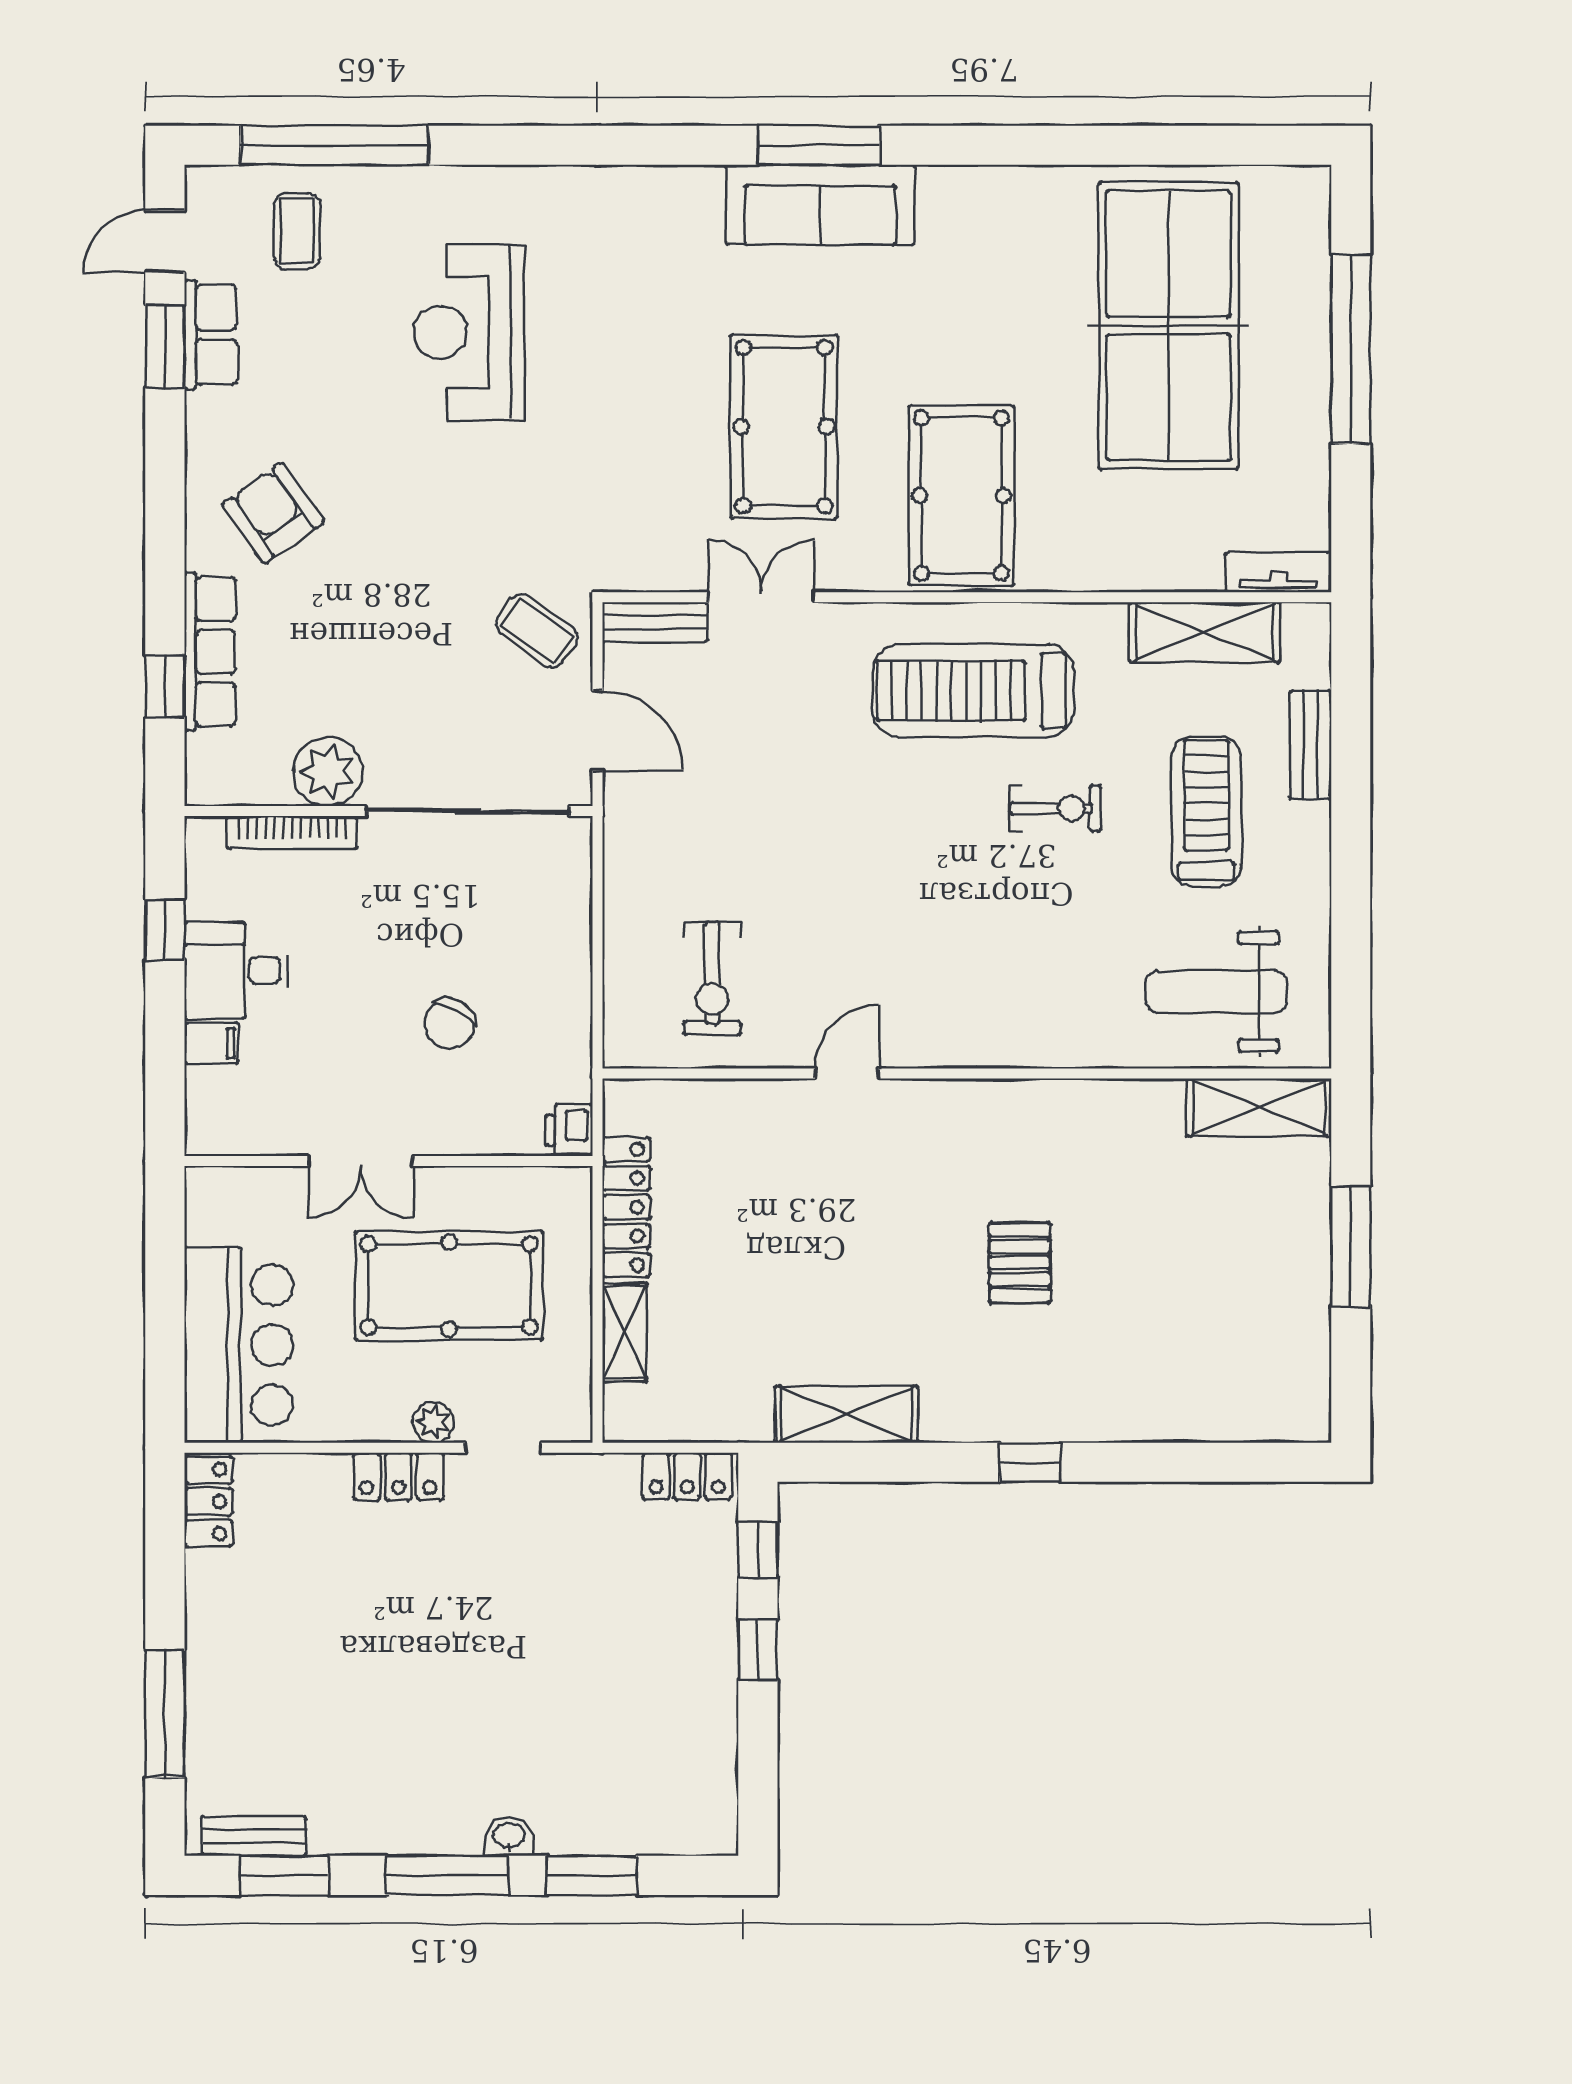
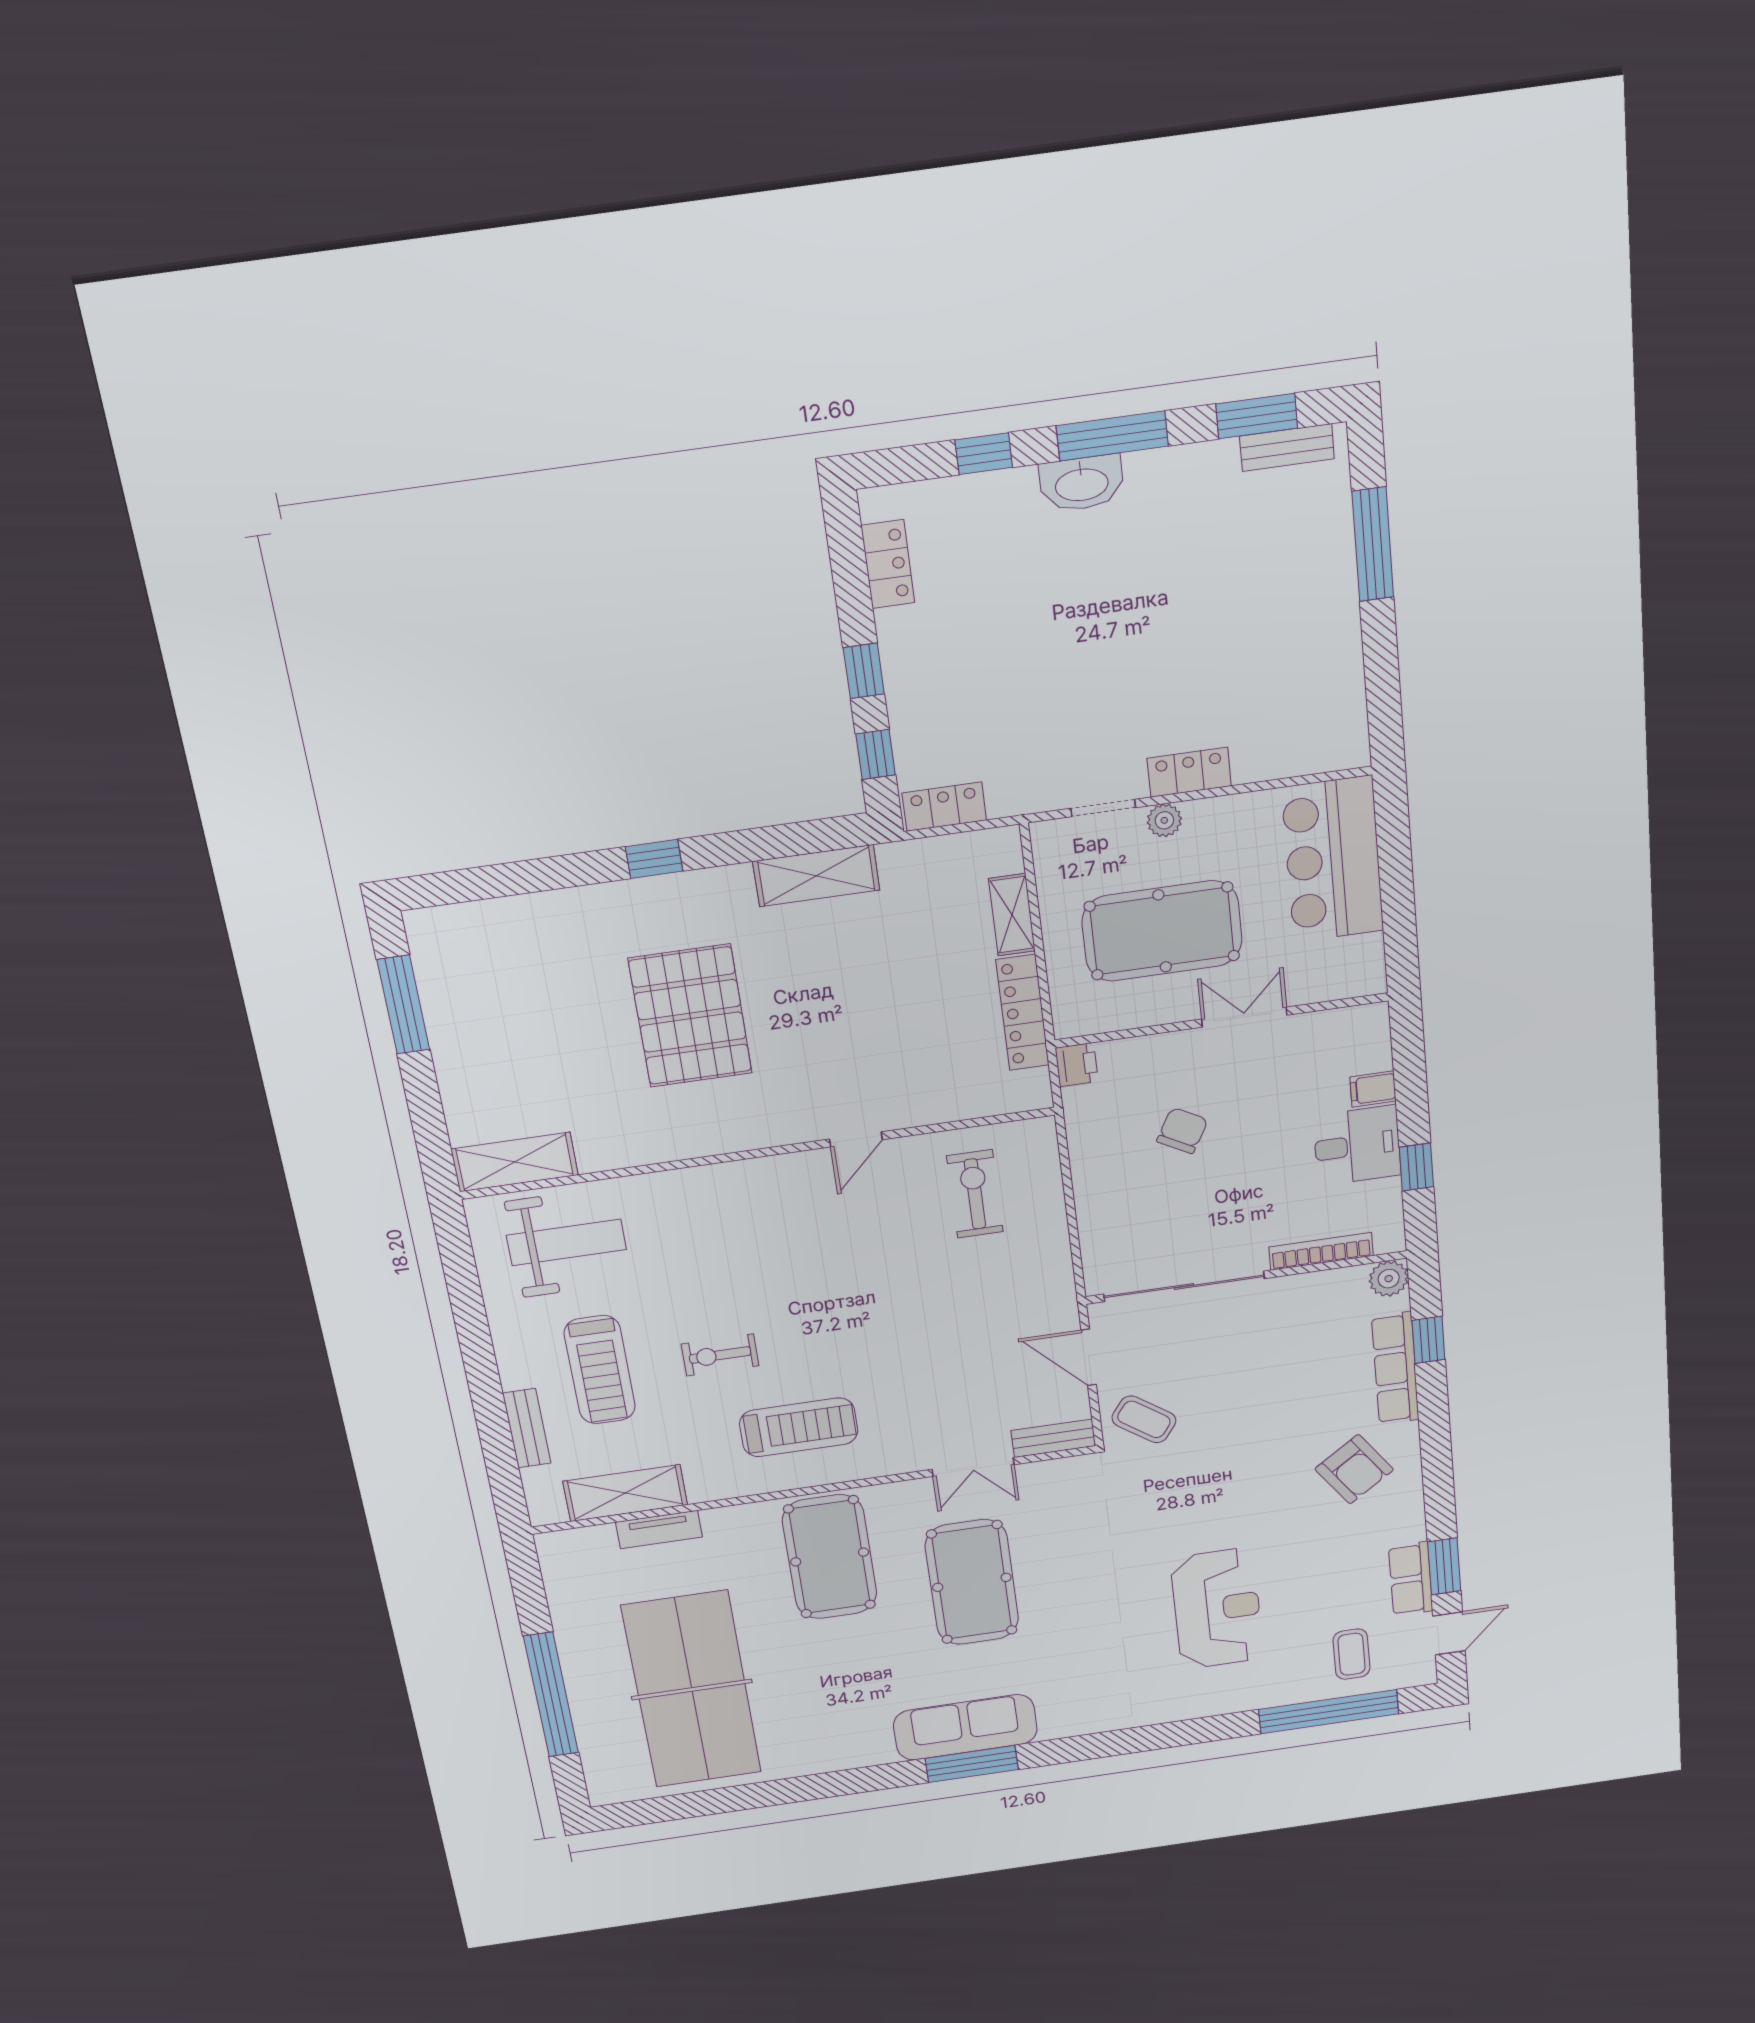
tv unit: (1278, 572) -> (659, 1530), moved
treadmill: (973, 691) -> (799, 1427), width x0.73, depth x0.73
plant: (328, 772) -> (1389, 1279), moved, width x0.73, depth x0.73
window: (1351, 1247) -> (403, 1005), moved
pallet: (1020, 1263) -> (690, 1016), width x2.05, depth x2.00
locker: (209, 1502) -> (888, 564), moved, turned 180
washbasin: (509, 1836) -> (1082, 483), width x1.91, depth x1.45
window: (592, 1875) -> (984, 454), width x0.67

